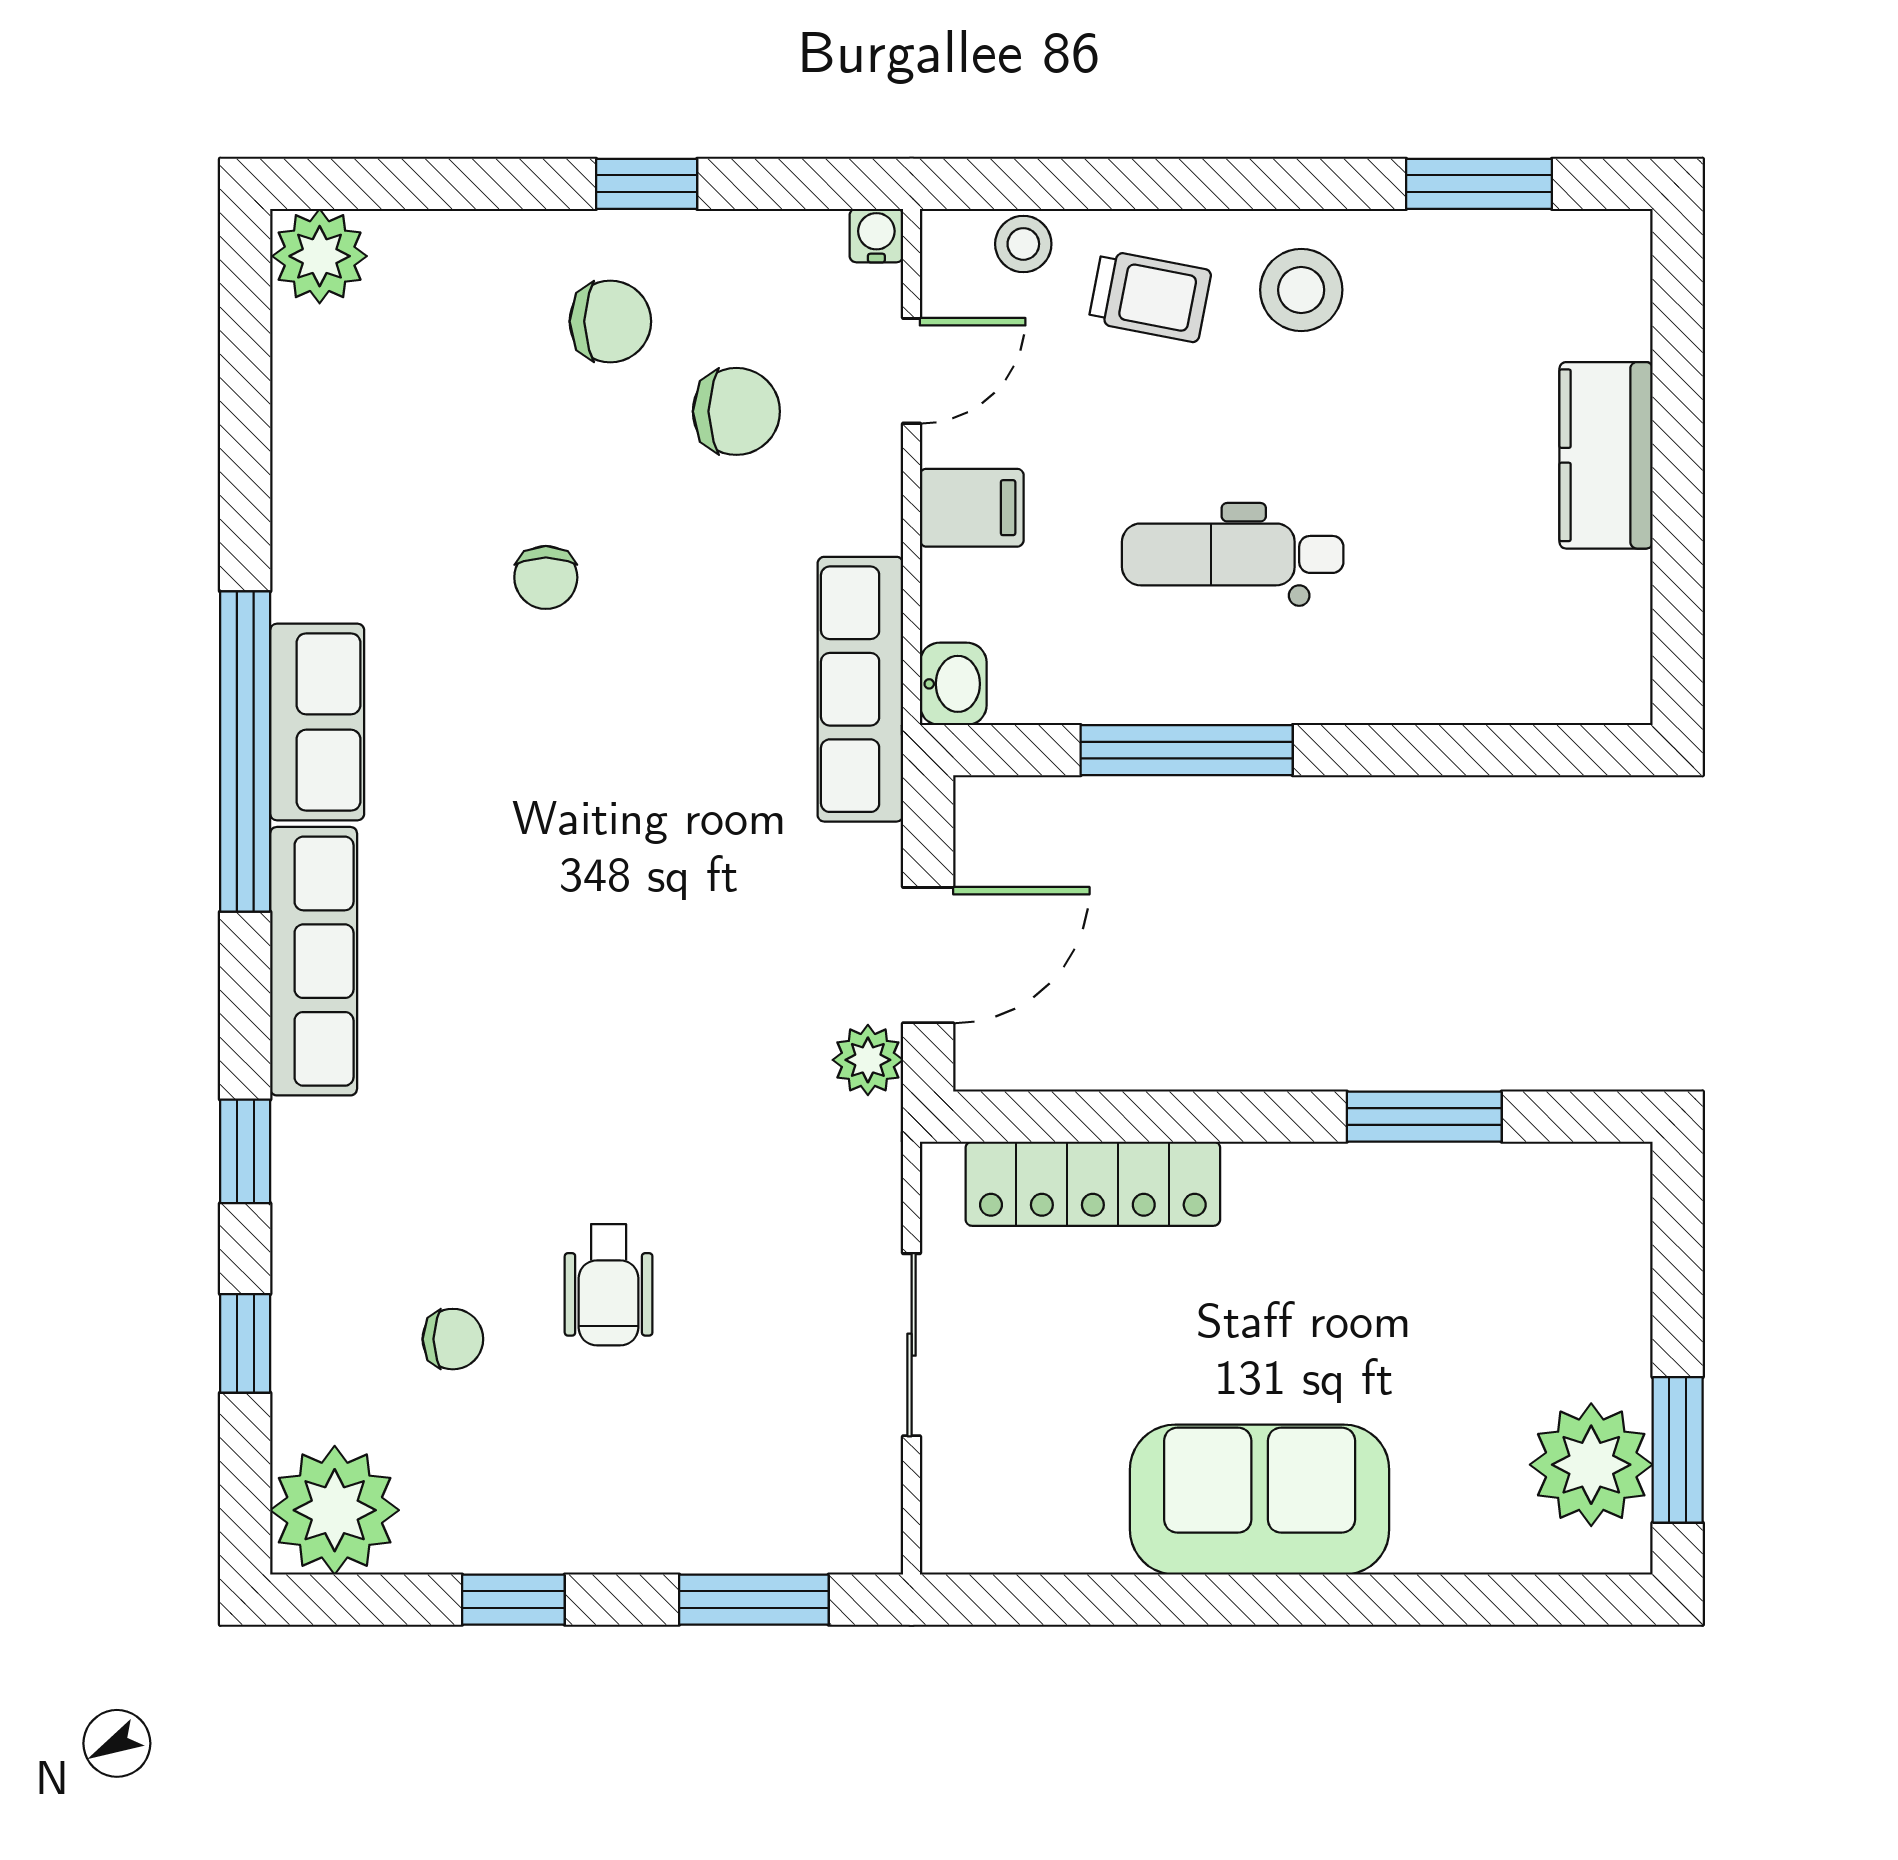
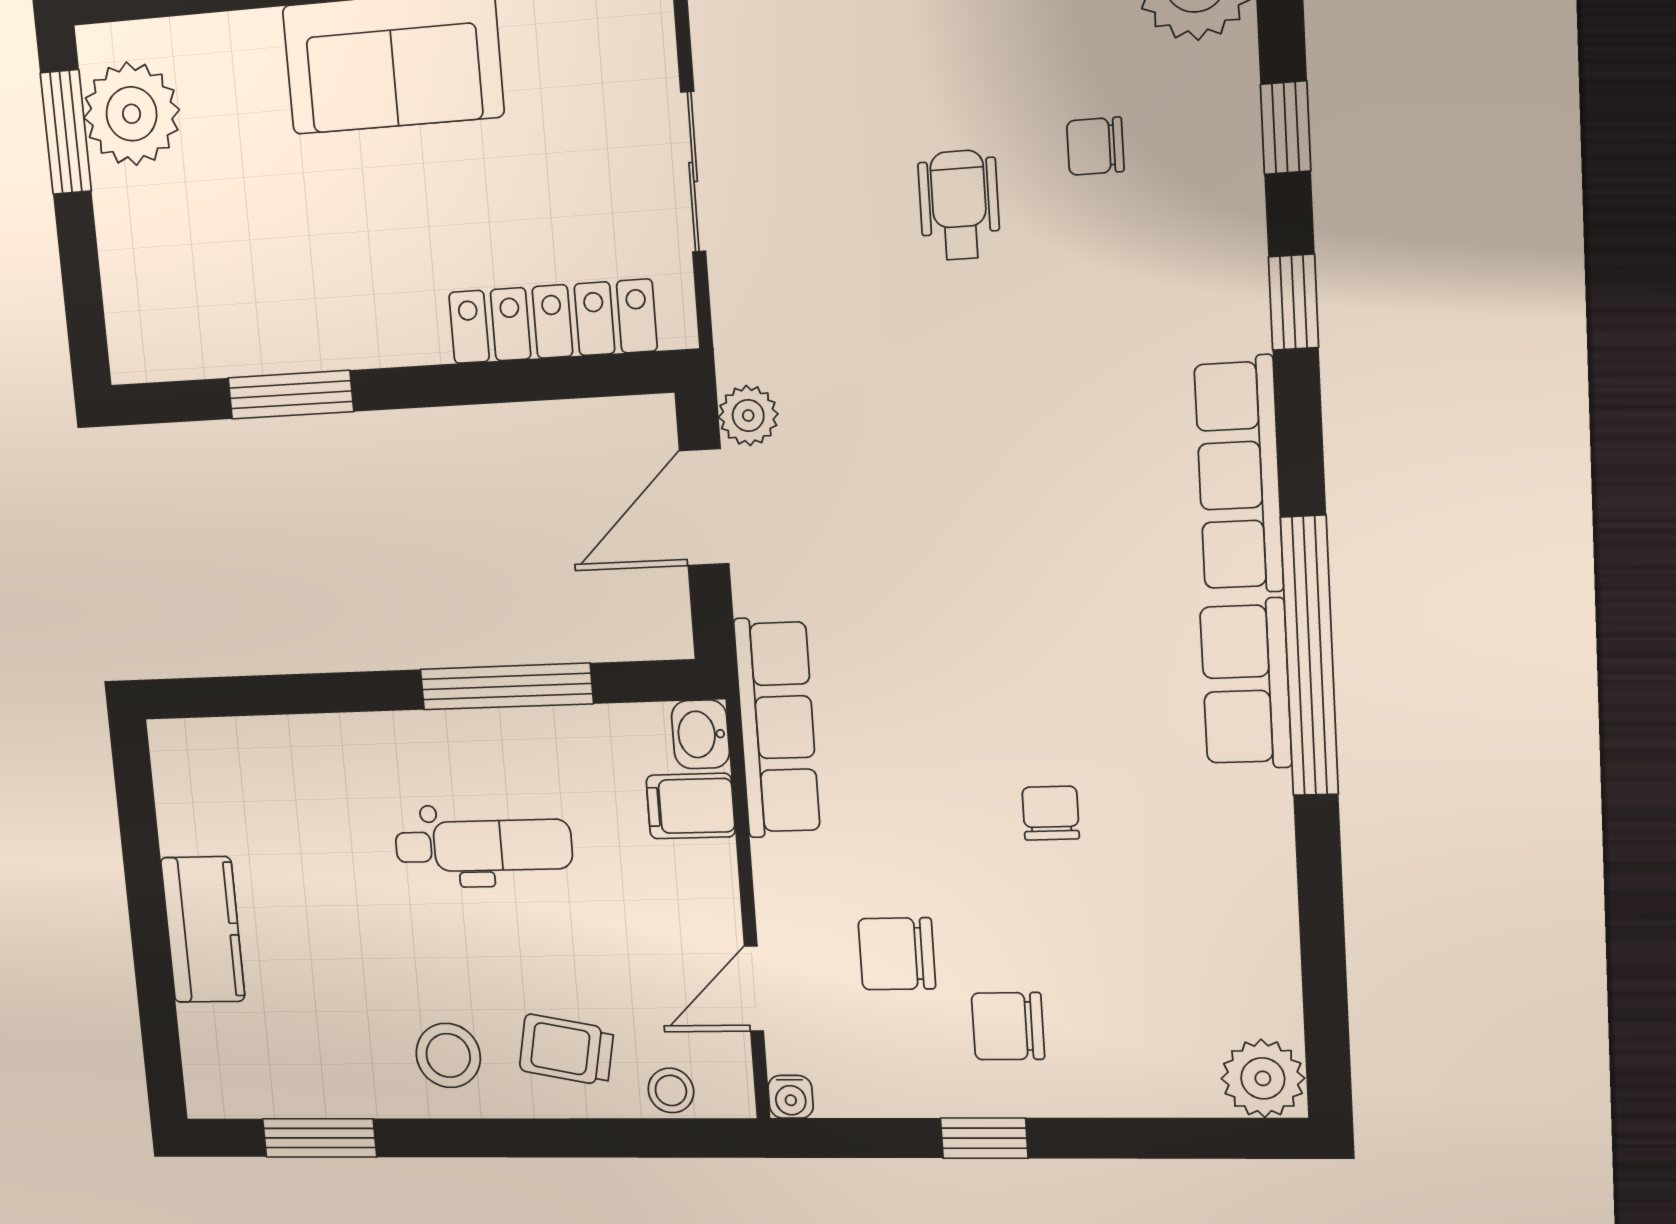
filing cabinet: (972, 508) -> (691, 806), moved

